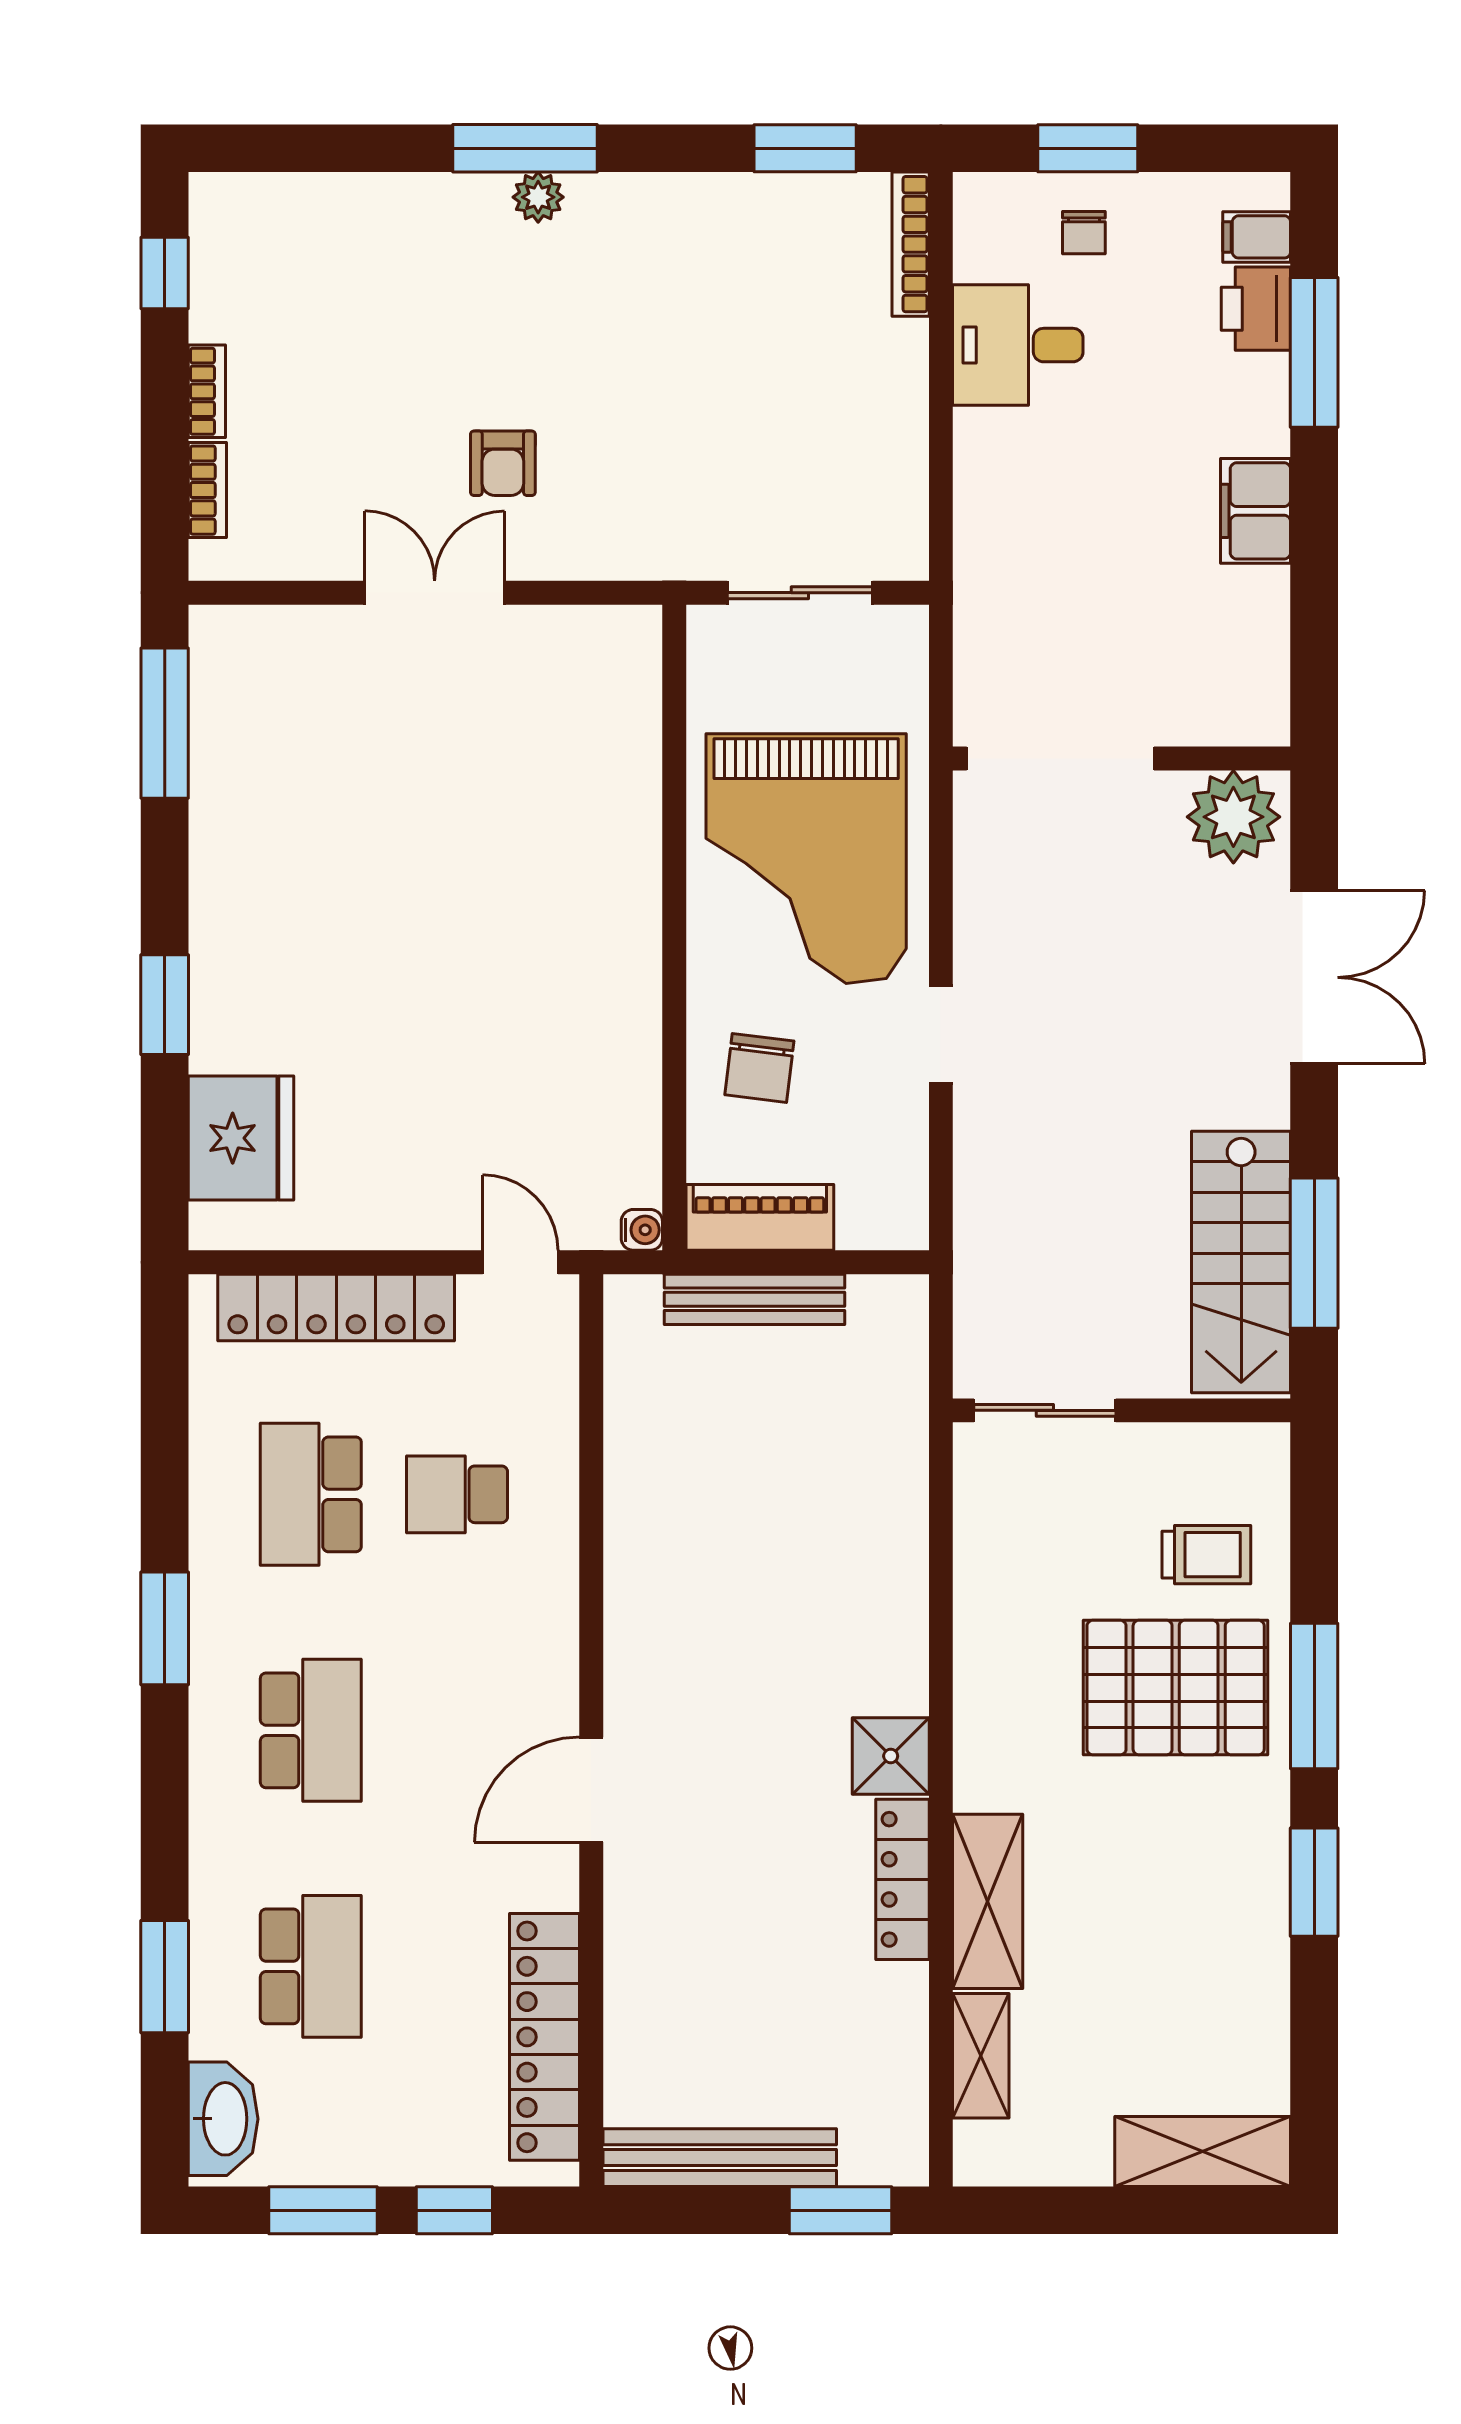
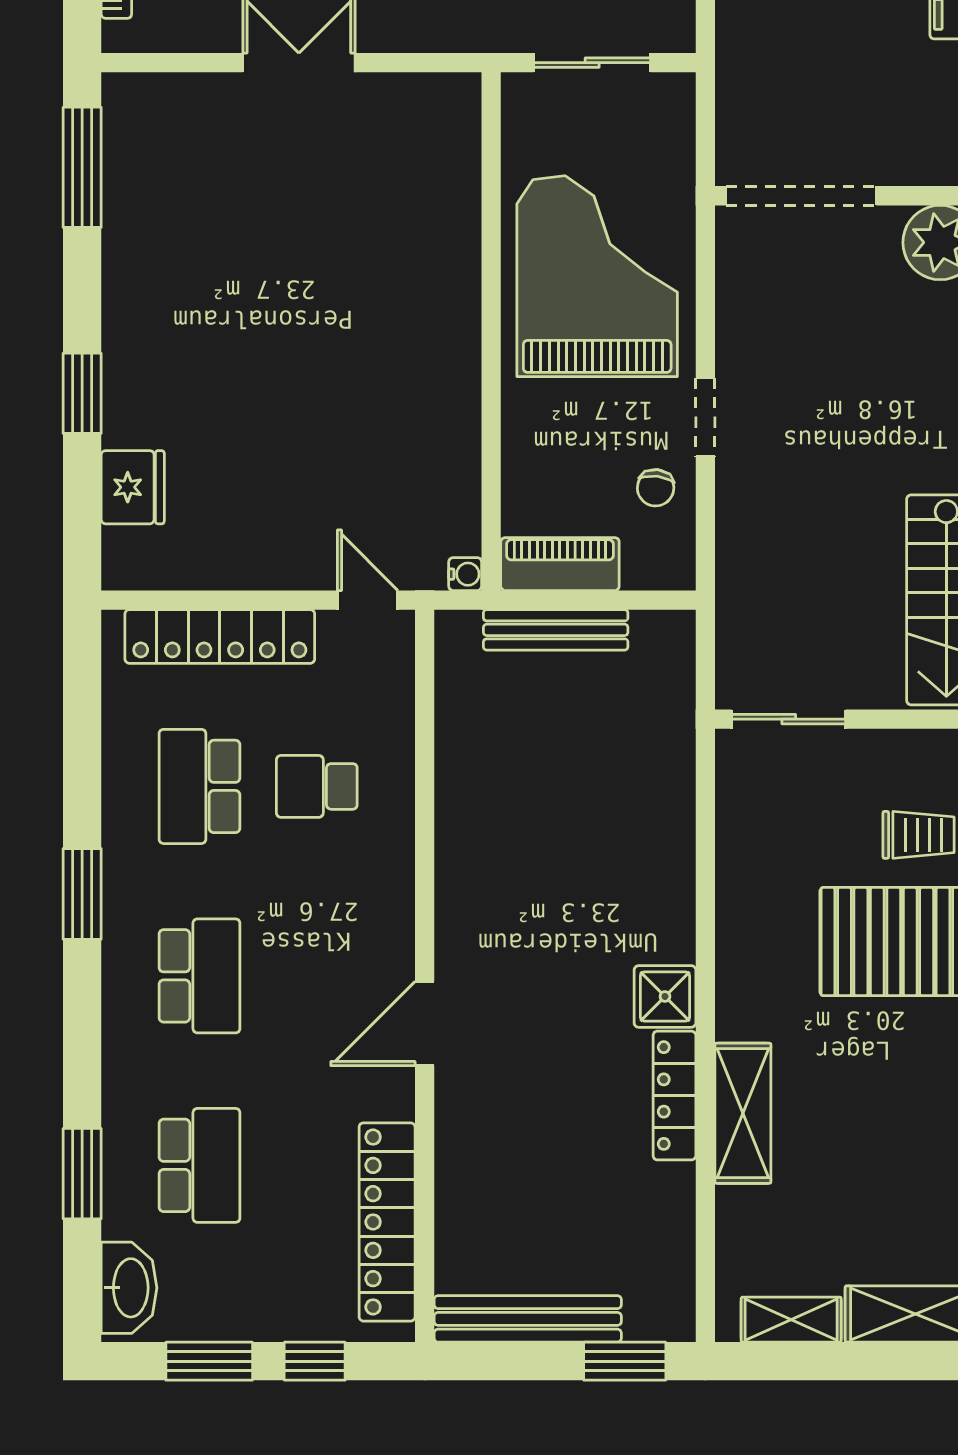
grand piano: (806, 859) -> (597, 276), turned 180
chair: (759, 1068) -> (656, 488), moved, width x0.73, depth x0.73
fridge: (241, 1138) -> (133, 487), width x0.73, depth x0.75
shelving: (981, 2056) -> (791, 1320), moved, turned 90

